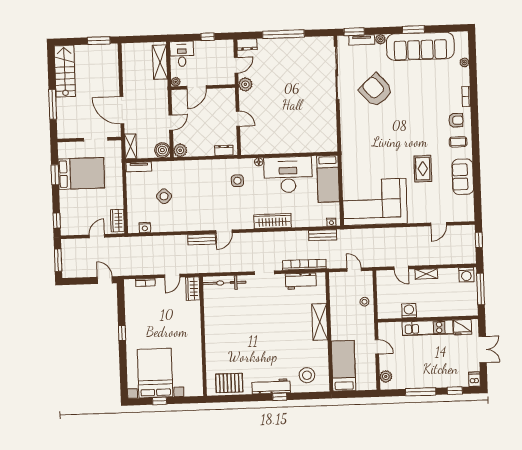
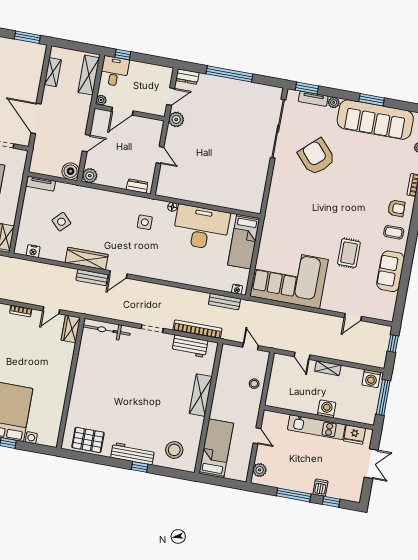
window: (208, 37) -> (123, 55), moved
shelving: (131, 146) -> (53, 72), moved
wardrobe: (273, 221) -> (87, 259), moved
washing machine: (409, 311) -> (327, 409), moved
dishwasher: (474, 379) -> (320, 488), moved

